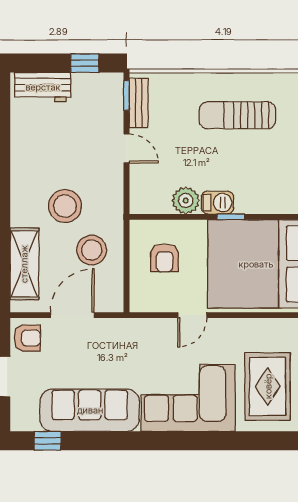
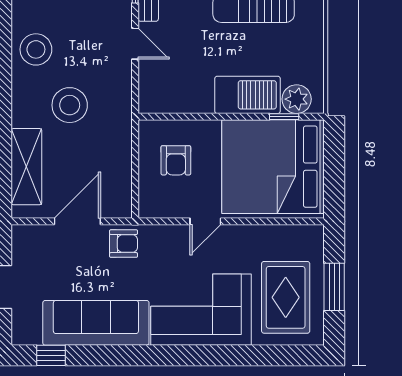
plant: (186, 200) -> (297, 99), moved
barbecue: (217, 203) -> (247, 95), width x1.88, depth x1.53
window: (231, 217) -> (284, 117), moved
stool: (92, 250) -> (36, 49), moved
armchair: (27, 338) -> (124, 244), moved

